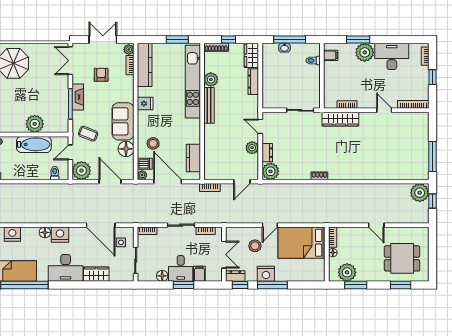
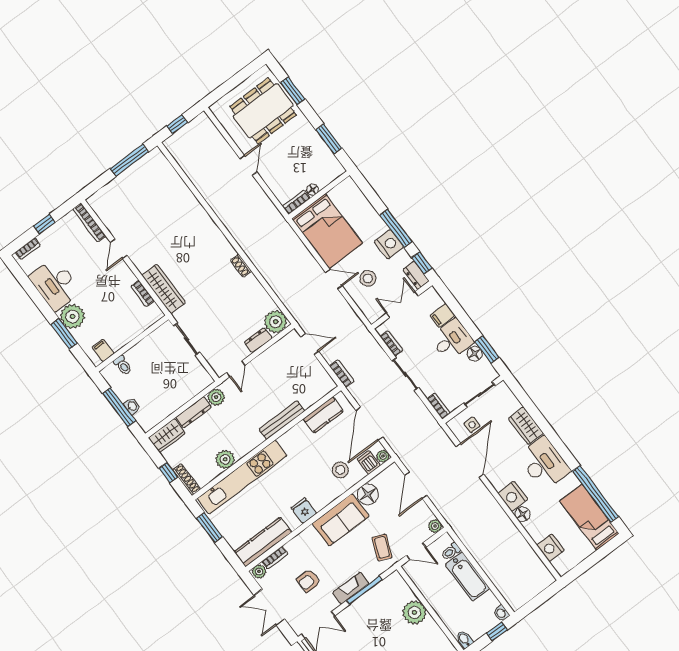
bench: (209, 105) -> (282, 420), moved
bathtub: (34, 144) -> (468, 577), moved, turned 180
plant: (252, 148) -> (216, 397), moved
plant: (81, 171) -> (435, 526), width x0.53, depth x0.53
plant: (420, 193) -> (179, 145), removed
dining table: (402, 258) -> (263, 111), width x1.37
plant: (347, 272) -> (322, 158), removed
window: (183, 285) -> (487, 350), moved

